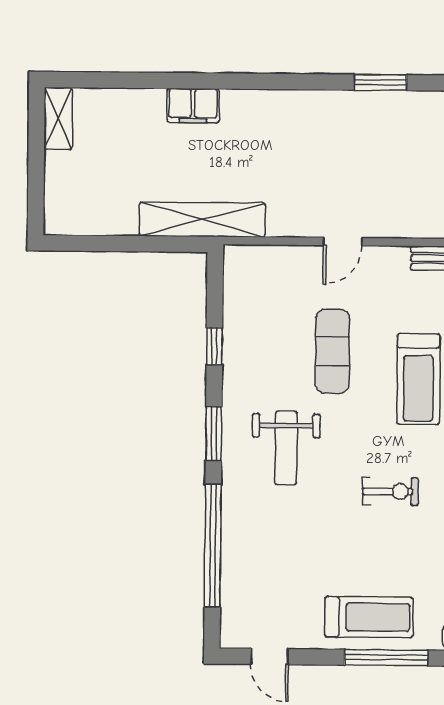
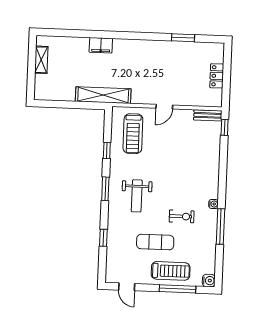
shelving: (58, 118) -> (41, 60), moved
exercise mat: (332, 351) -> (155, 242), moved, turned 90
treadmill: (418, 379) -> (133, 134), moved
window: (213, 546) -> (103, 238), width x0.32

